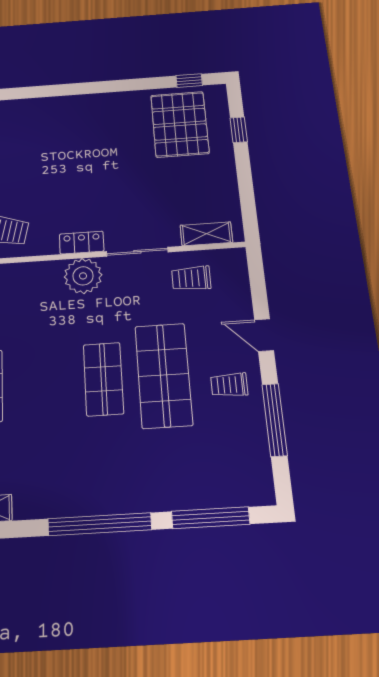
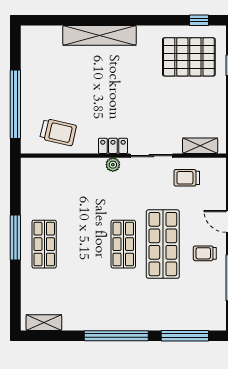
shelving: (57, 108) -> (99, 35), added
pallet: (180, 124) -> (189, 57), turned 90
plant: (83, 276) -> (113, 165), width x0.53, depth x0.53

